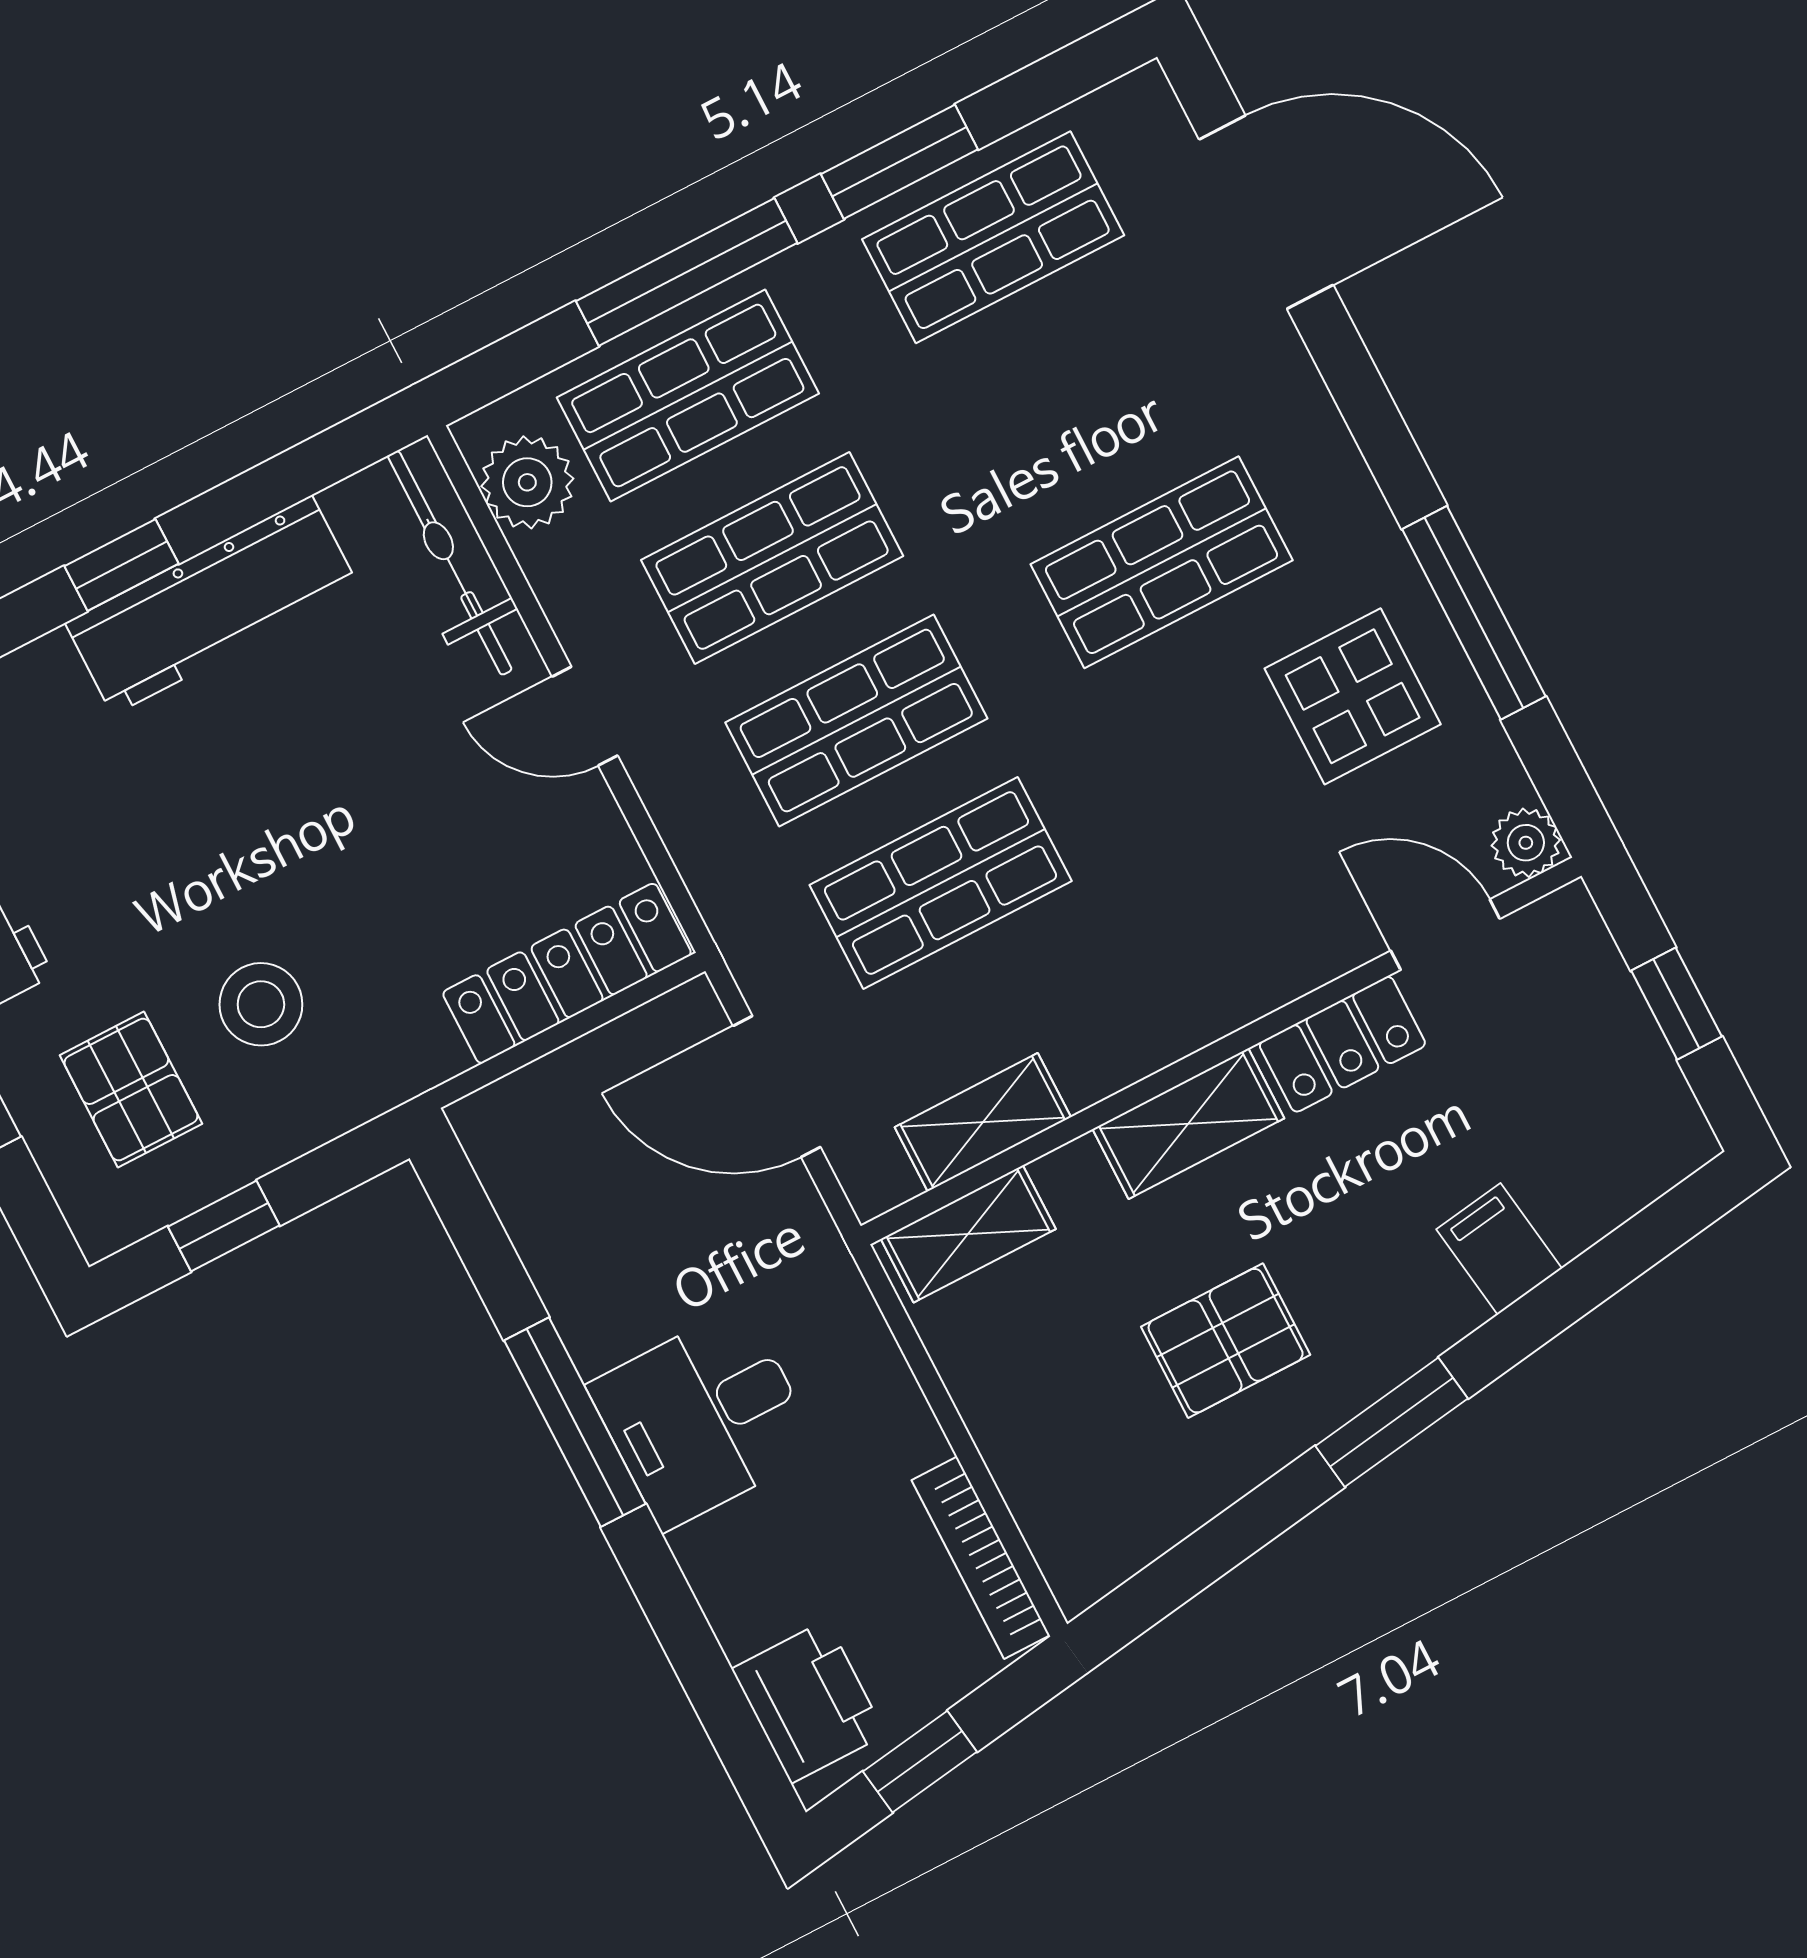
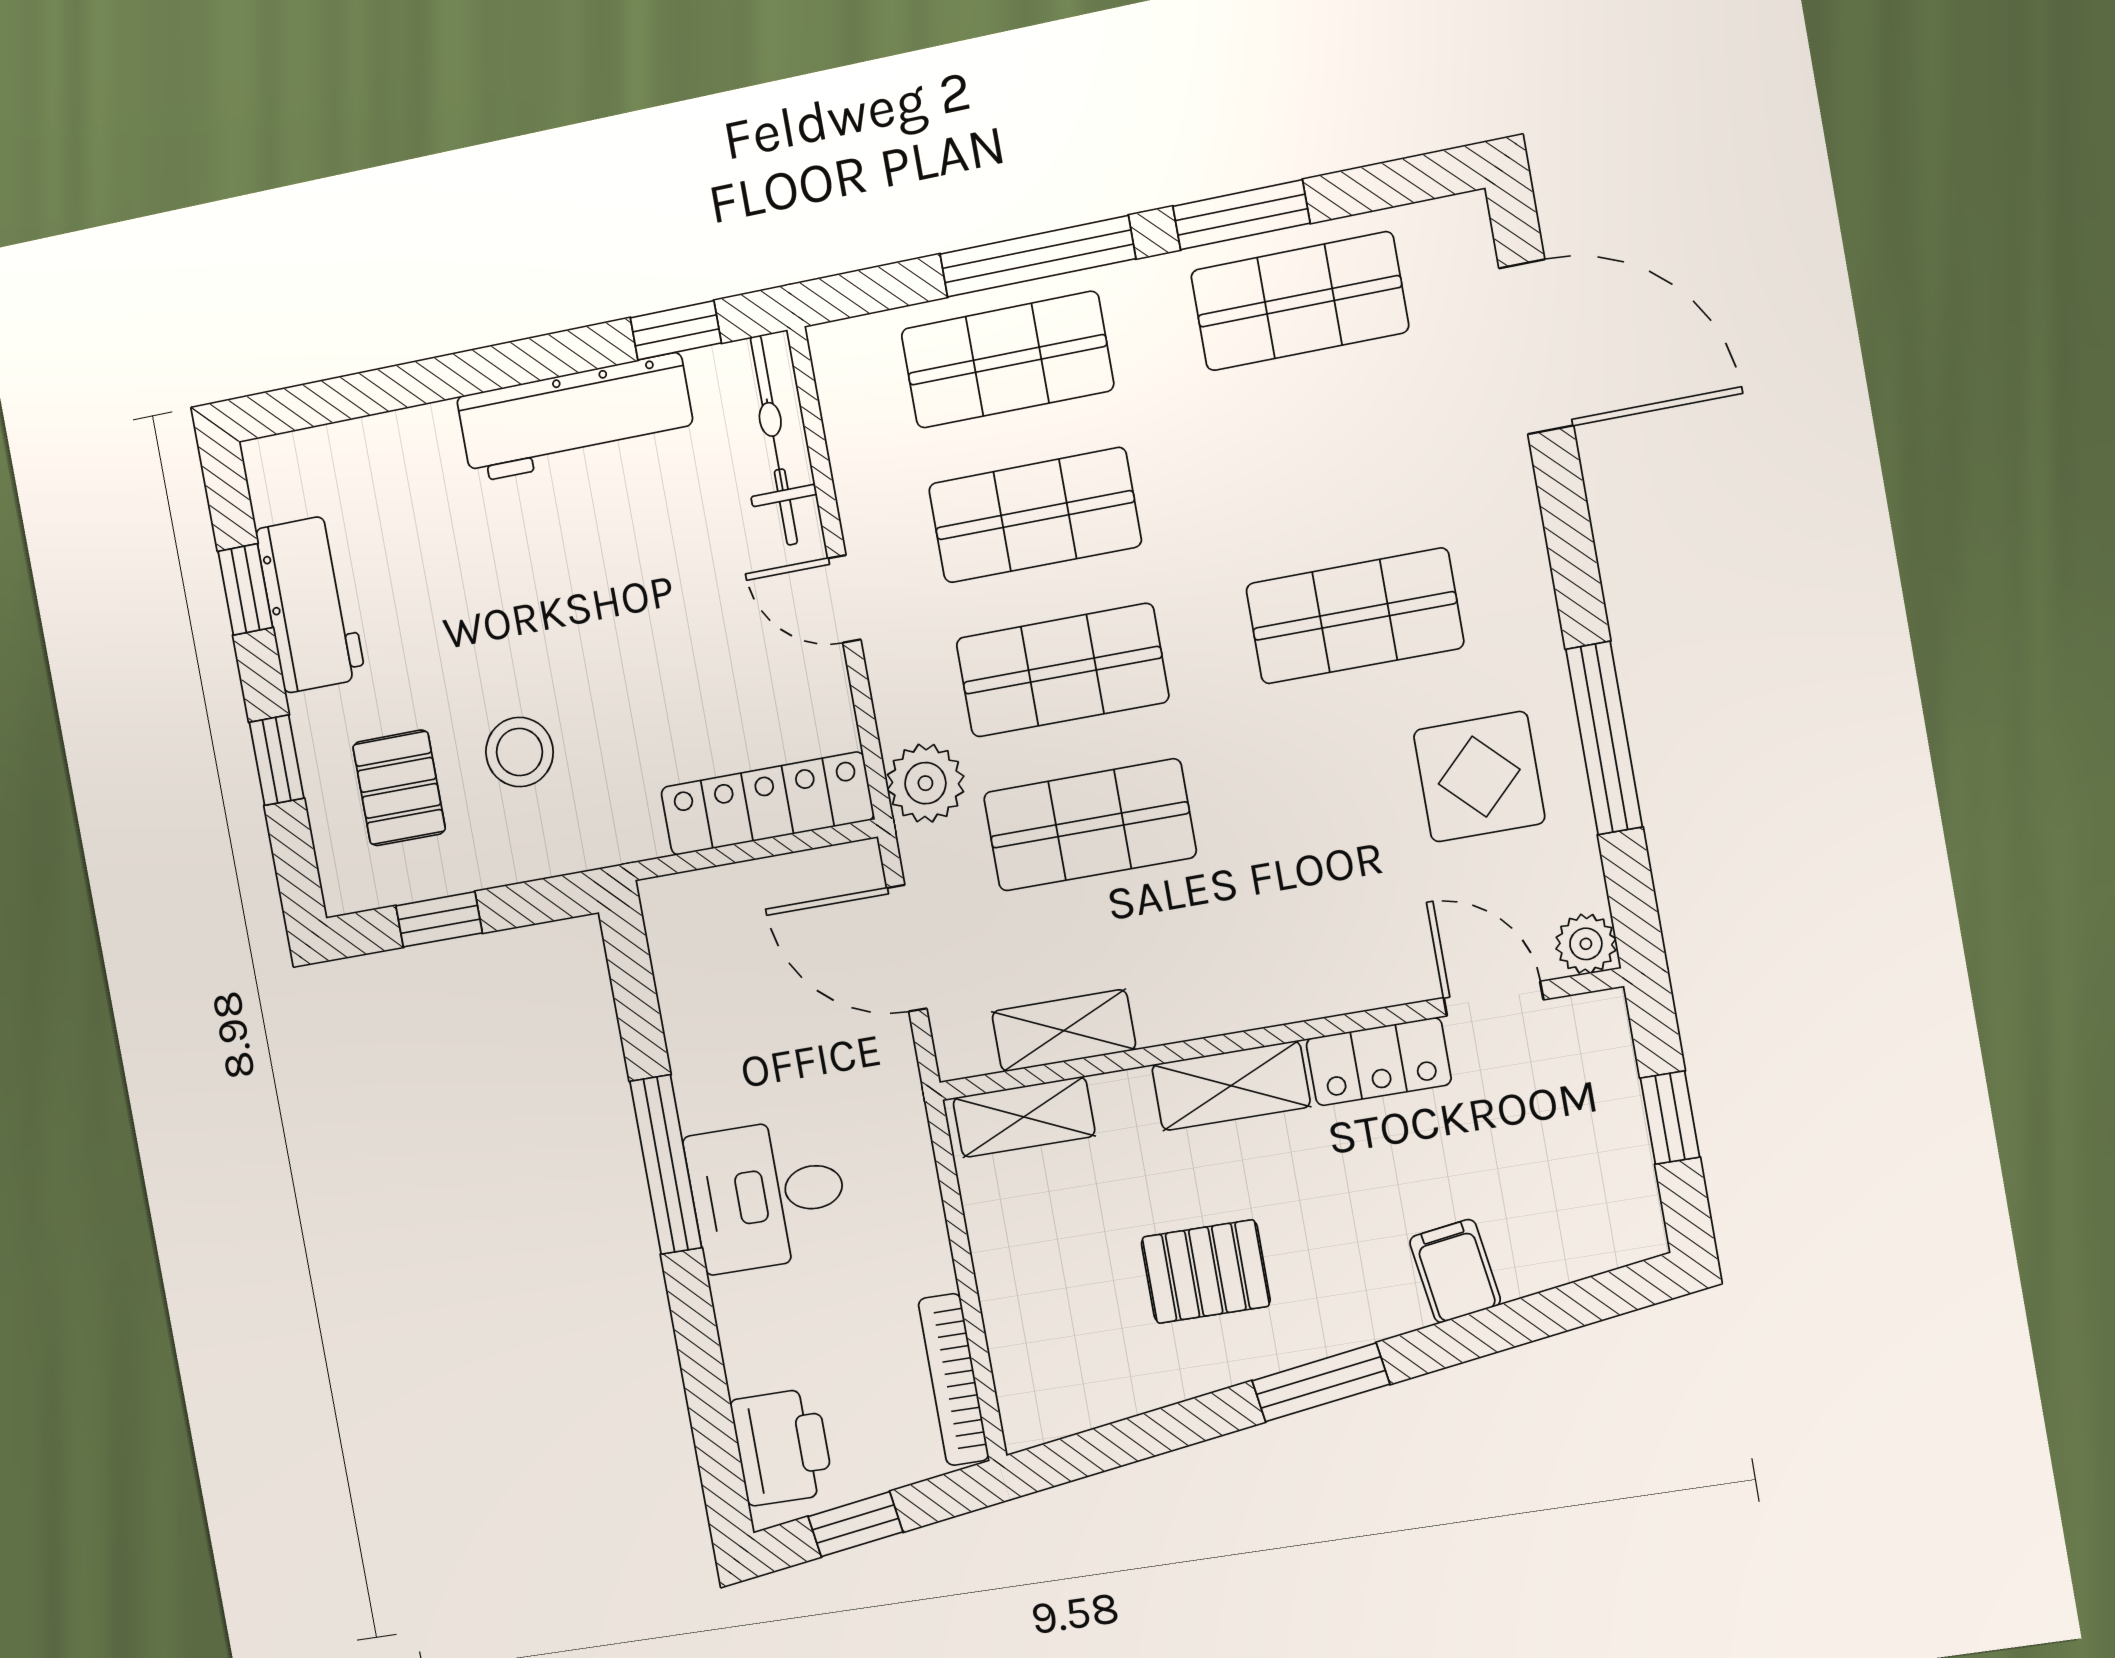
plant: (527, 482) -> (925, 783), moved
window: (121, 565) -> (676, 330), moved

